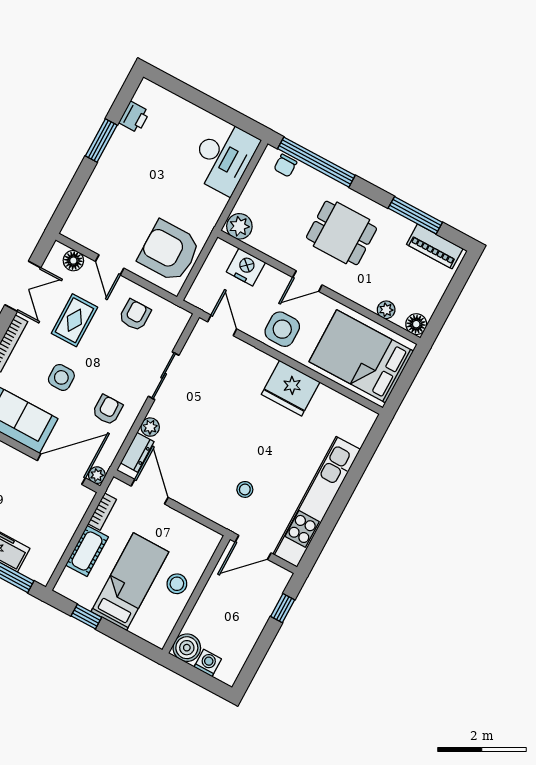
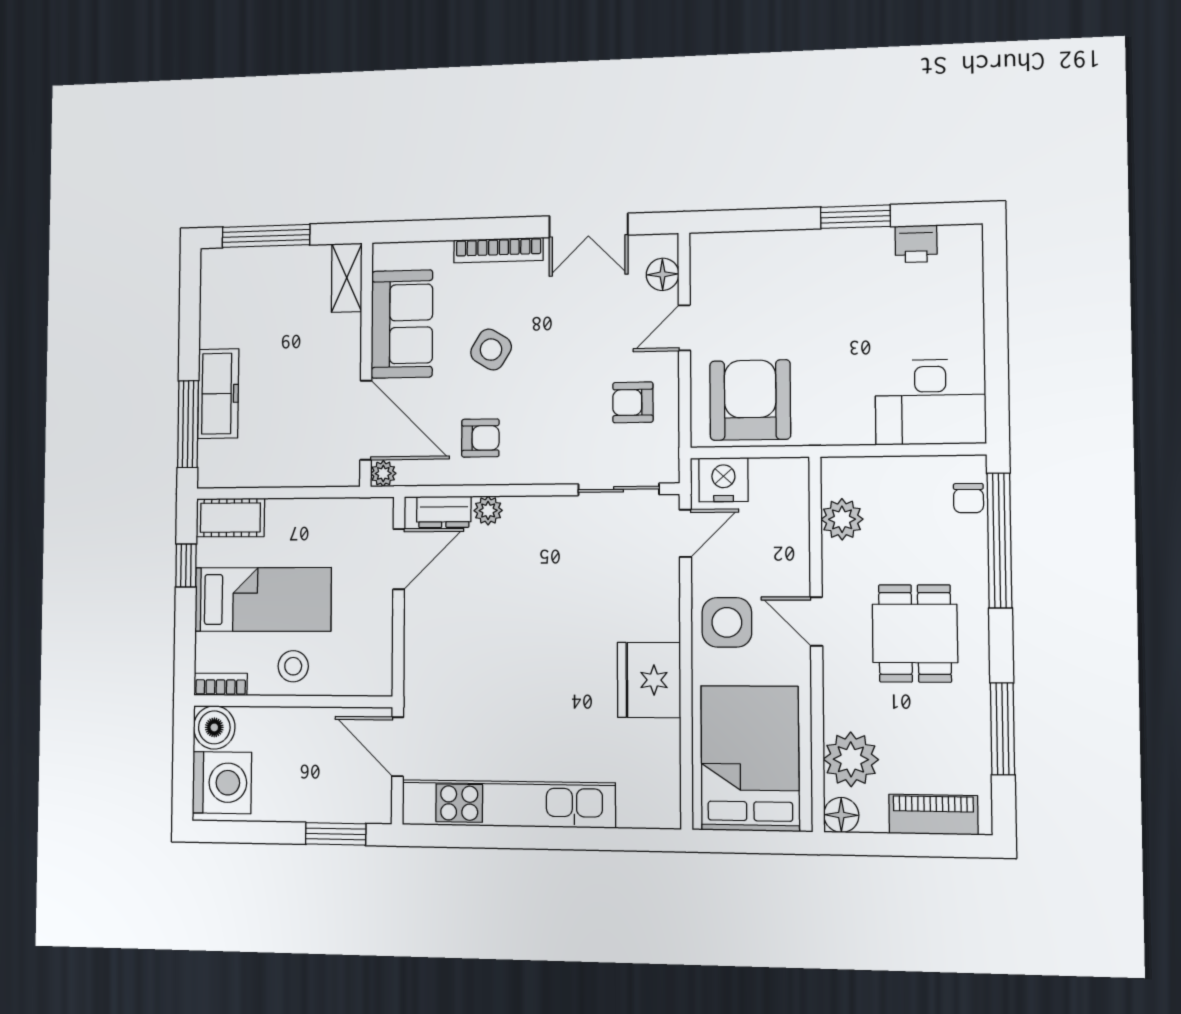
chair: (285, 166) -> (968, 498), turned -90
plant: (239, 226) -> (842, 519), moved
piano: (435, 246) -> (933, 815), moved, turned 90
nightstand: (246, 267) -> (723, 480), moved, turned -90
plant: (386, 310) -> (851, 759), width x1.88, depth x1.88
armchair: (135, 315) -> (633, 402), turned 180
rug: (74, 320) -> (580, 323), removed
sliding door: (164, 376) -> (619, 489), moved
side table: (61, 377) -> (491, 350), turned 31
stool: (245, 489) -> (472, 691), removed
bookcase: (102, 512) -> (221, 684), moved, turned 180
cot: (87, 551) -> (230, 518), moved
window: (283, 608) -> (336, 834), width x1.50
washing machine: (208, 663) -> (222, 783), width x1.89, depth x1.89

